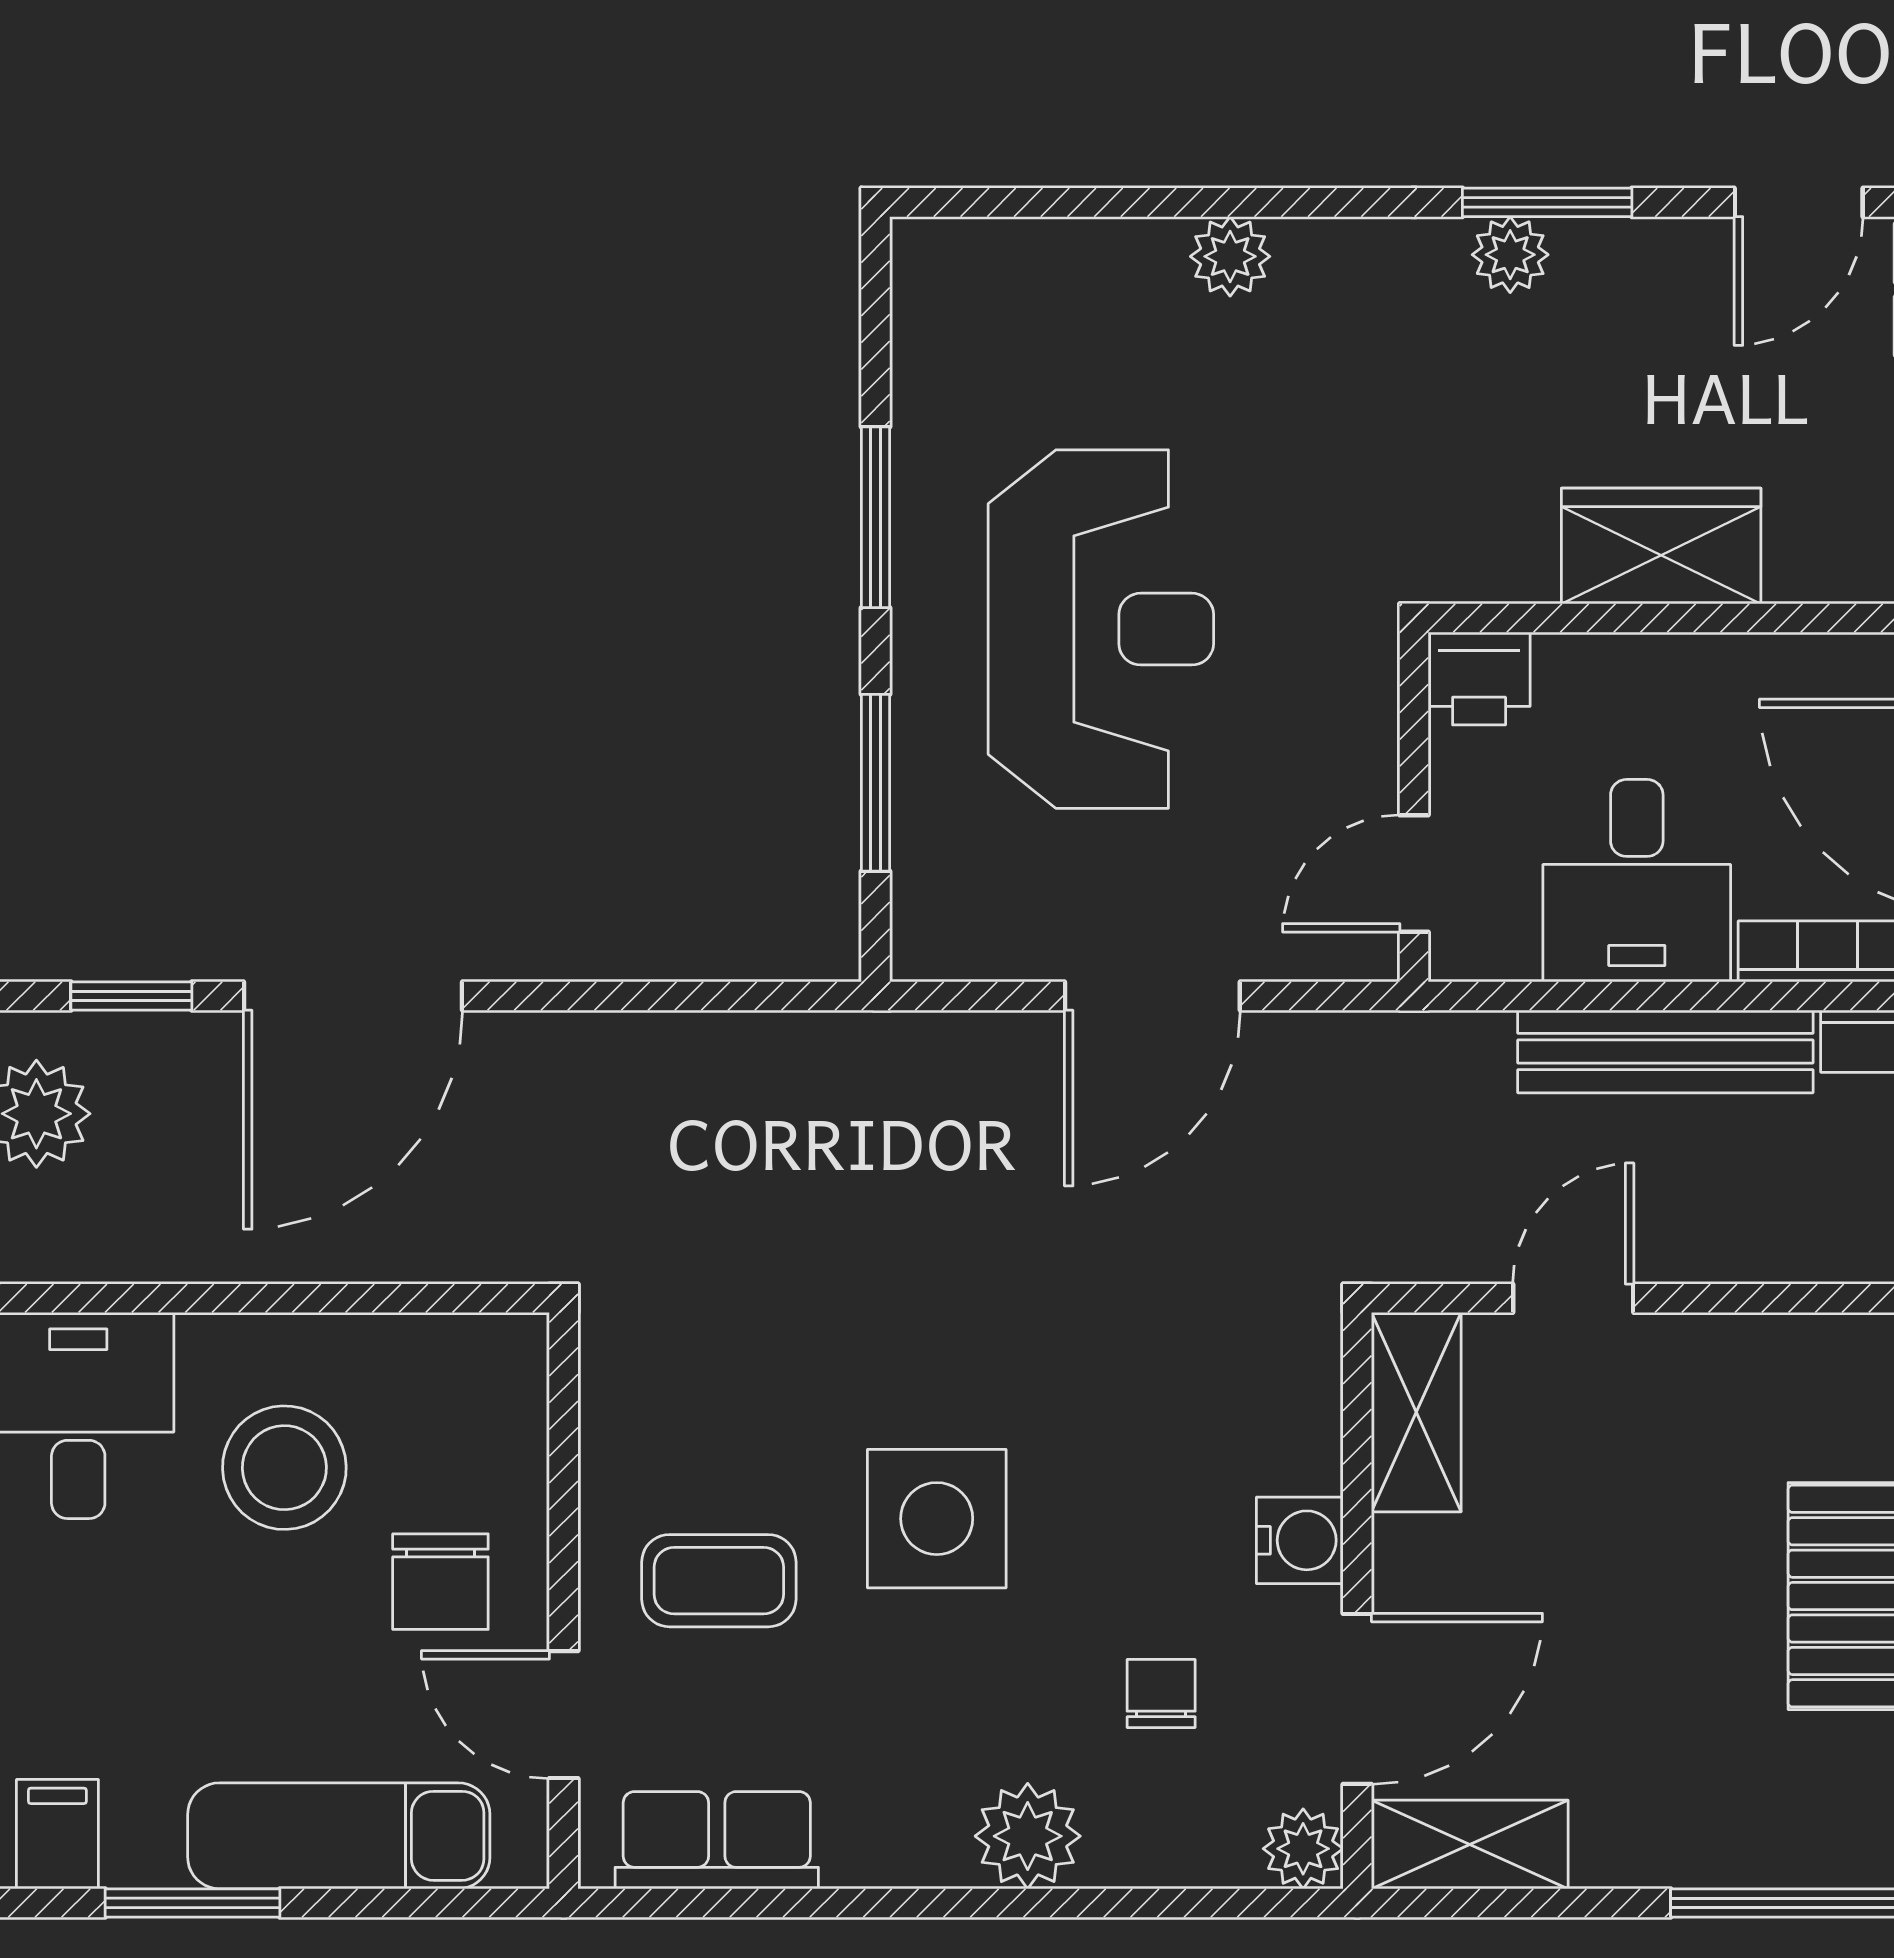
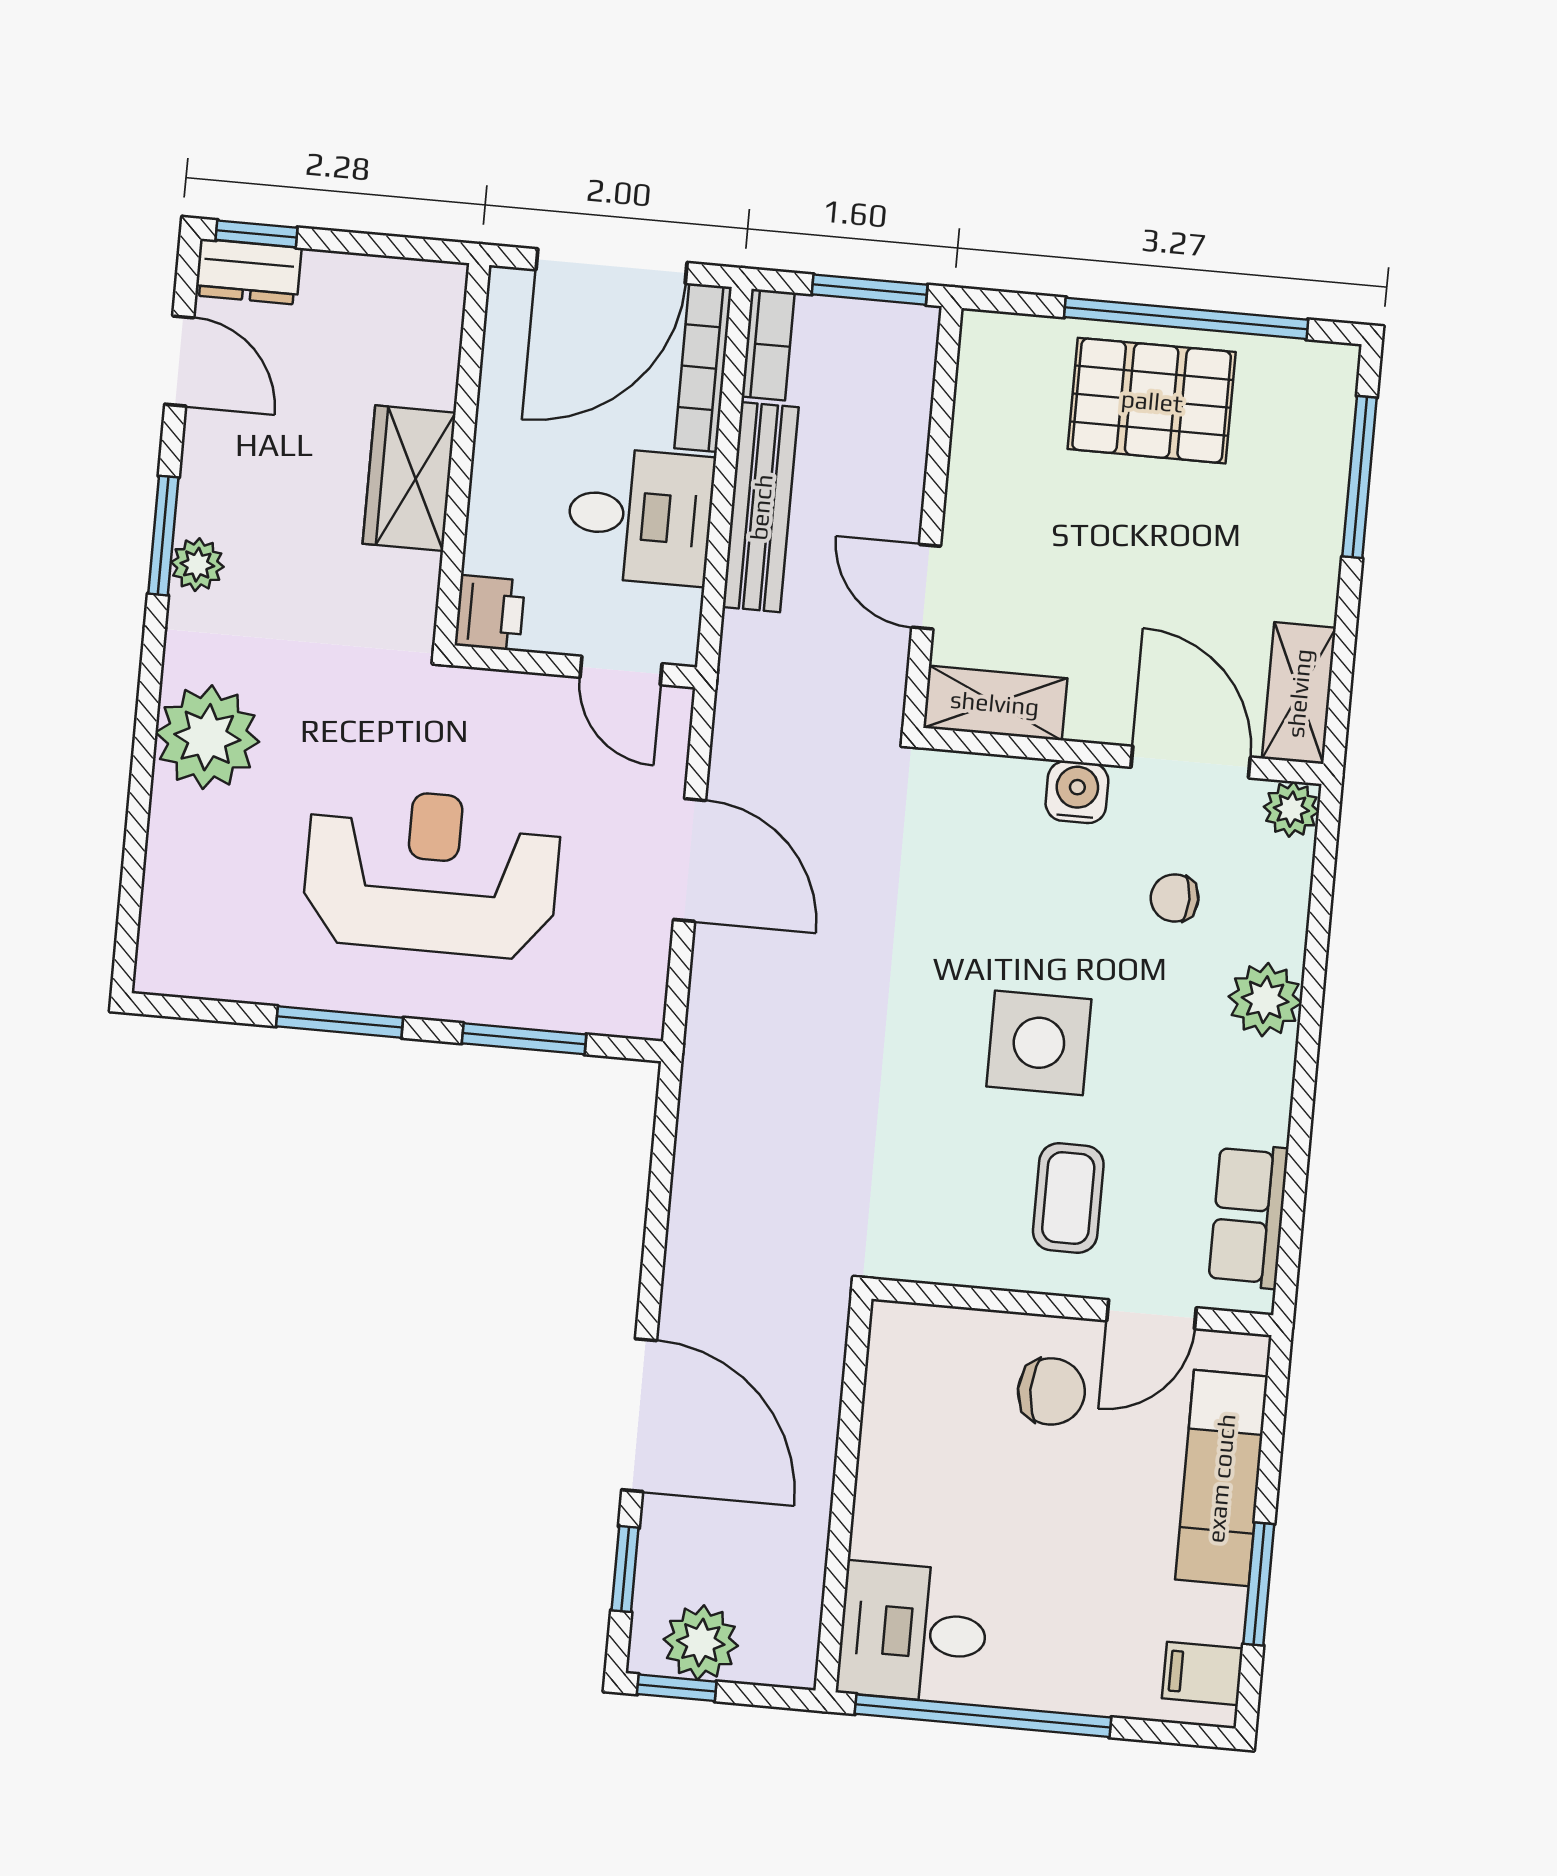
plant: (1230, 256) -> (207, 737), width x1.87, depth x1.87
stool: (284, 1468) -> (962, 1493), removed

